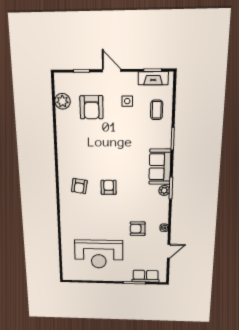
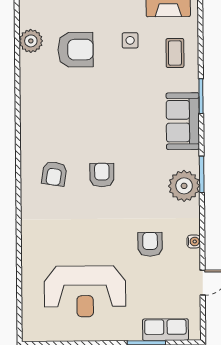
armchair: (92, 107) -> (76, 50), turned -90
sofa: (160, 167) -> (183, 121), moved
plant: (164, 190) -> (184, 186), width x1.88, depth x1.88
armchair: (138, 229) -> (150, 244), turned 90

